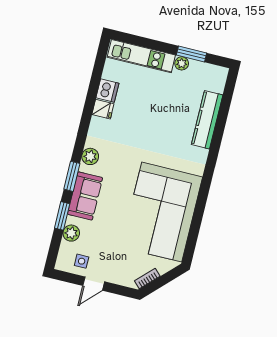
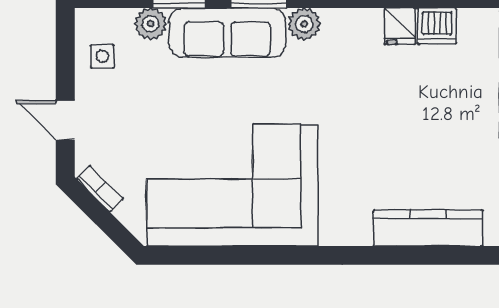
sofa: (85, 196) -> (227, 33), width x1.36
door: (94, 284) -> (65, 120), moved

